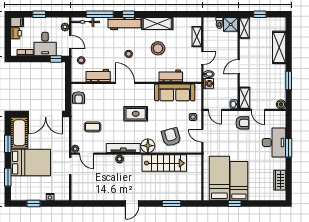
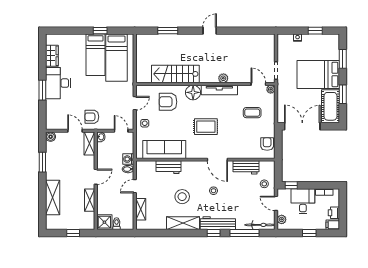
shelving: (244, 28) -> (90, 200), moved
door: (202, 136) -> (135, 103), hinge flipped
armchair: (171, 137) -> (168, 102), turned 106
desk: (274, 142) -> (58, 83), moved

